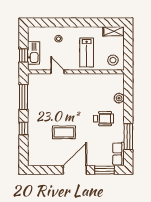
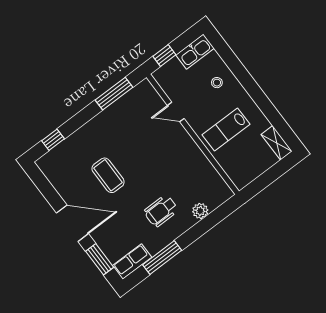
kitchen sink: (34, 53) -> (195, 52), moved
stool: (113, 60) -> (241, 169), removed
door: (58, 72) -> (176, 112), swing flipped
wheelchair: (103, 119) -> (161, 211), turned 90
window: (23, 128) -> (53, 140), moved

